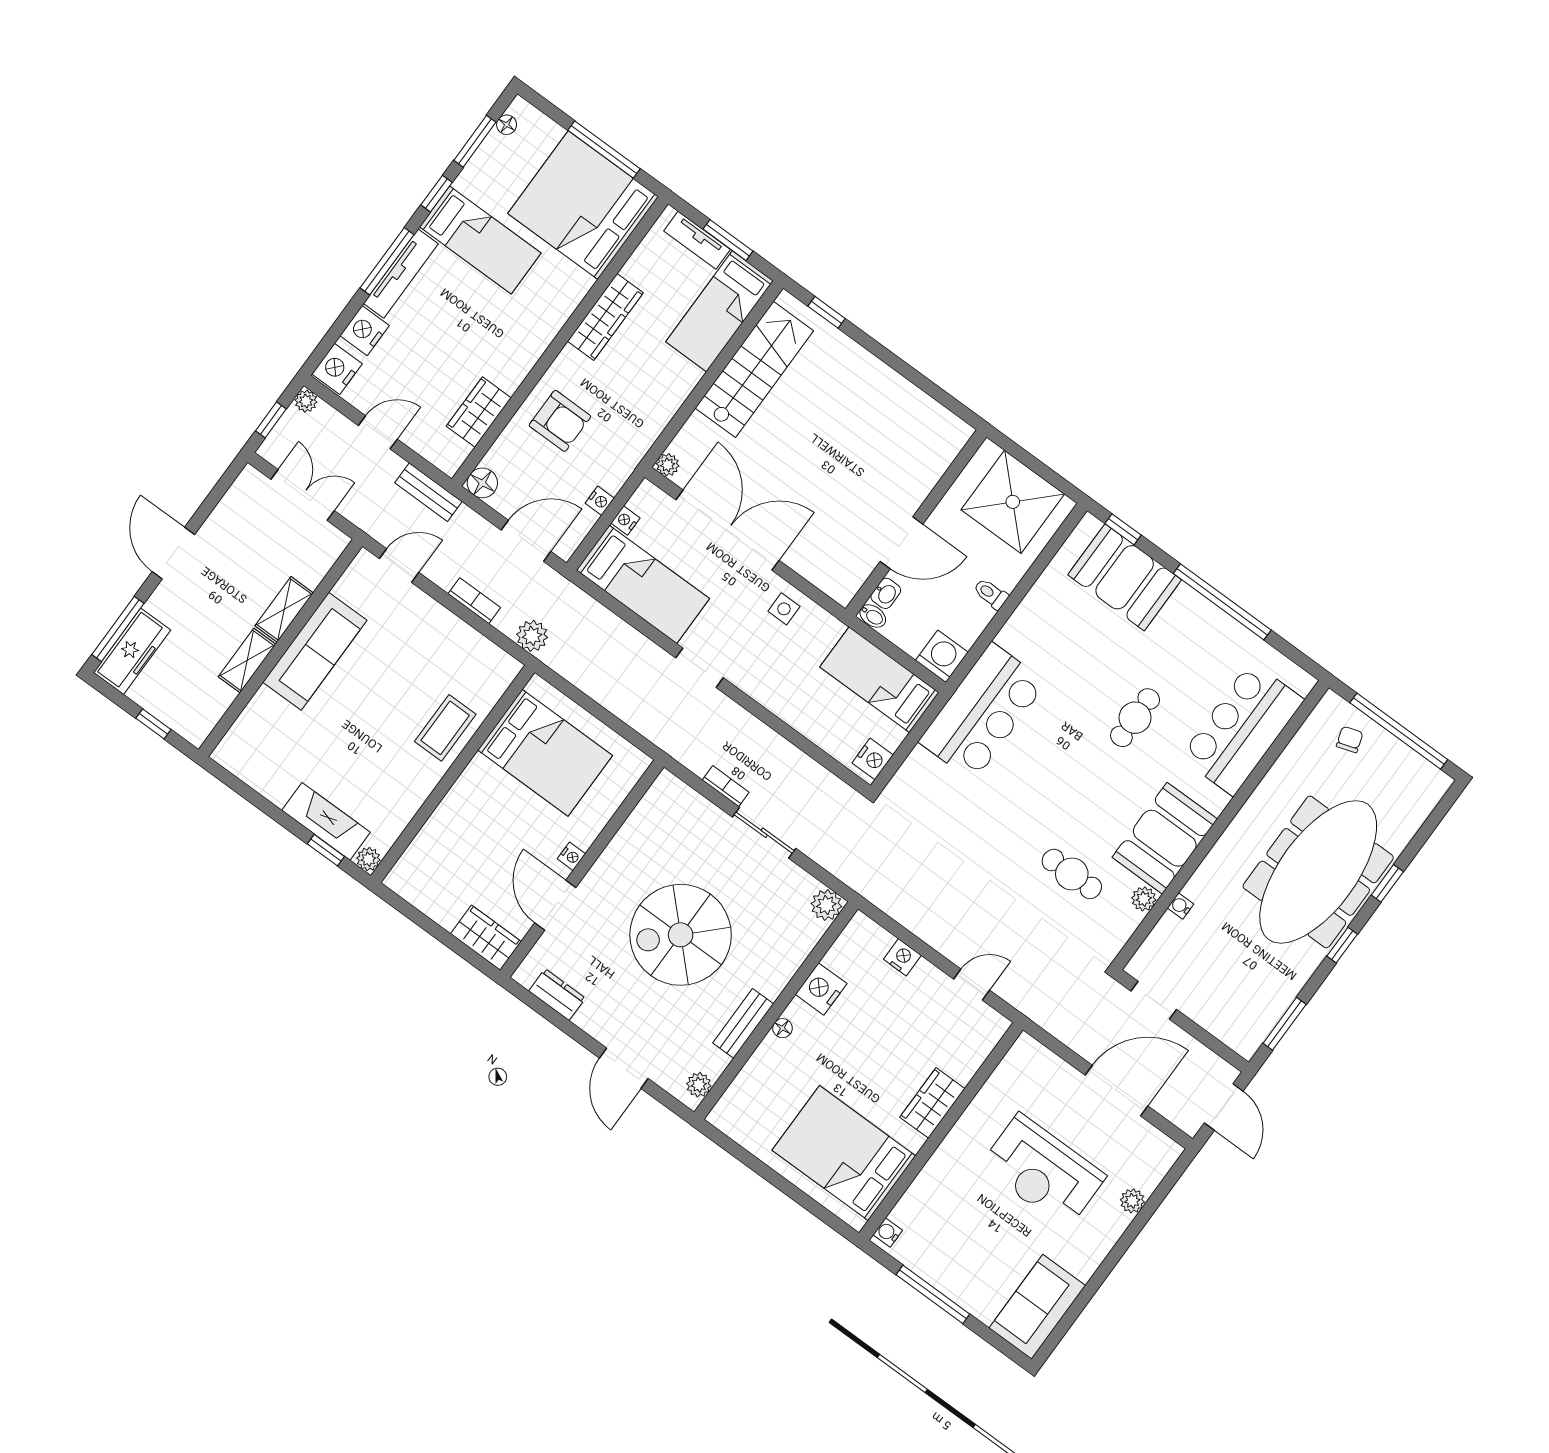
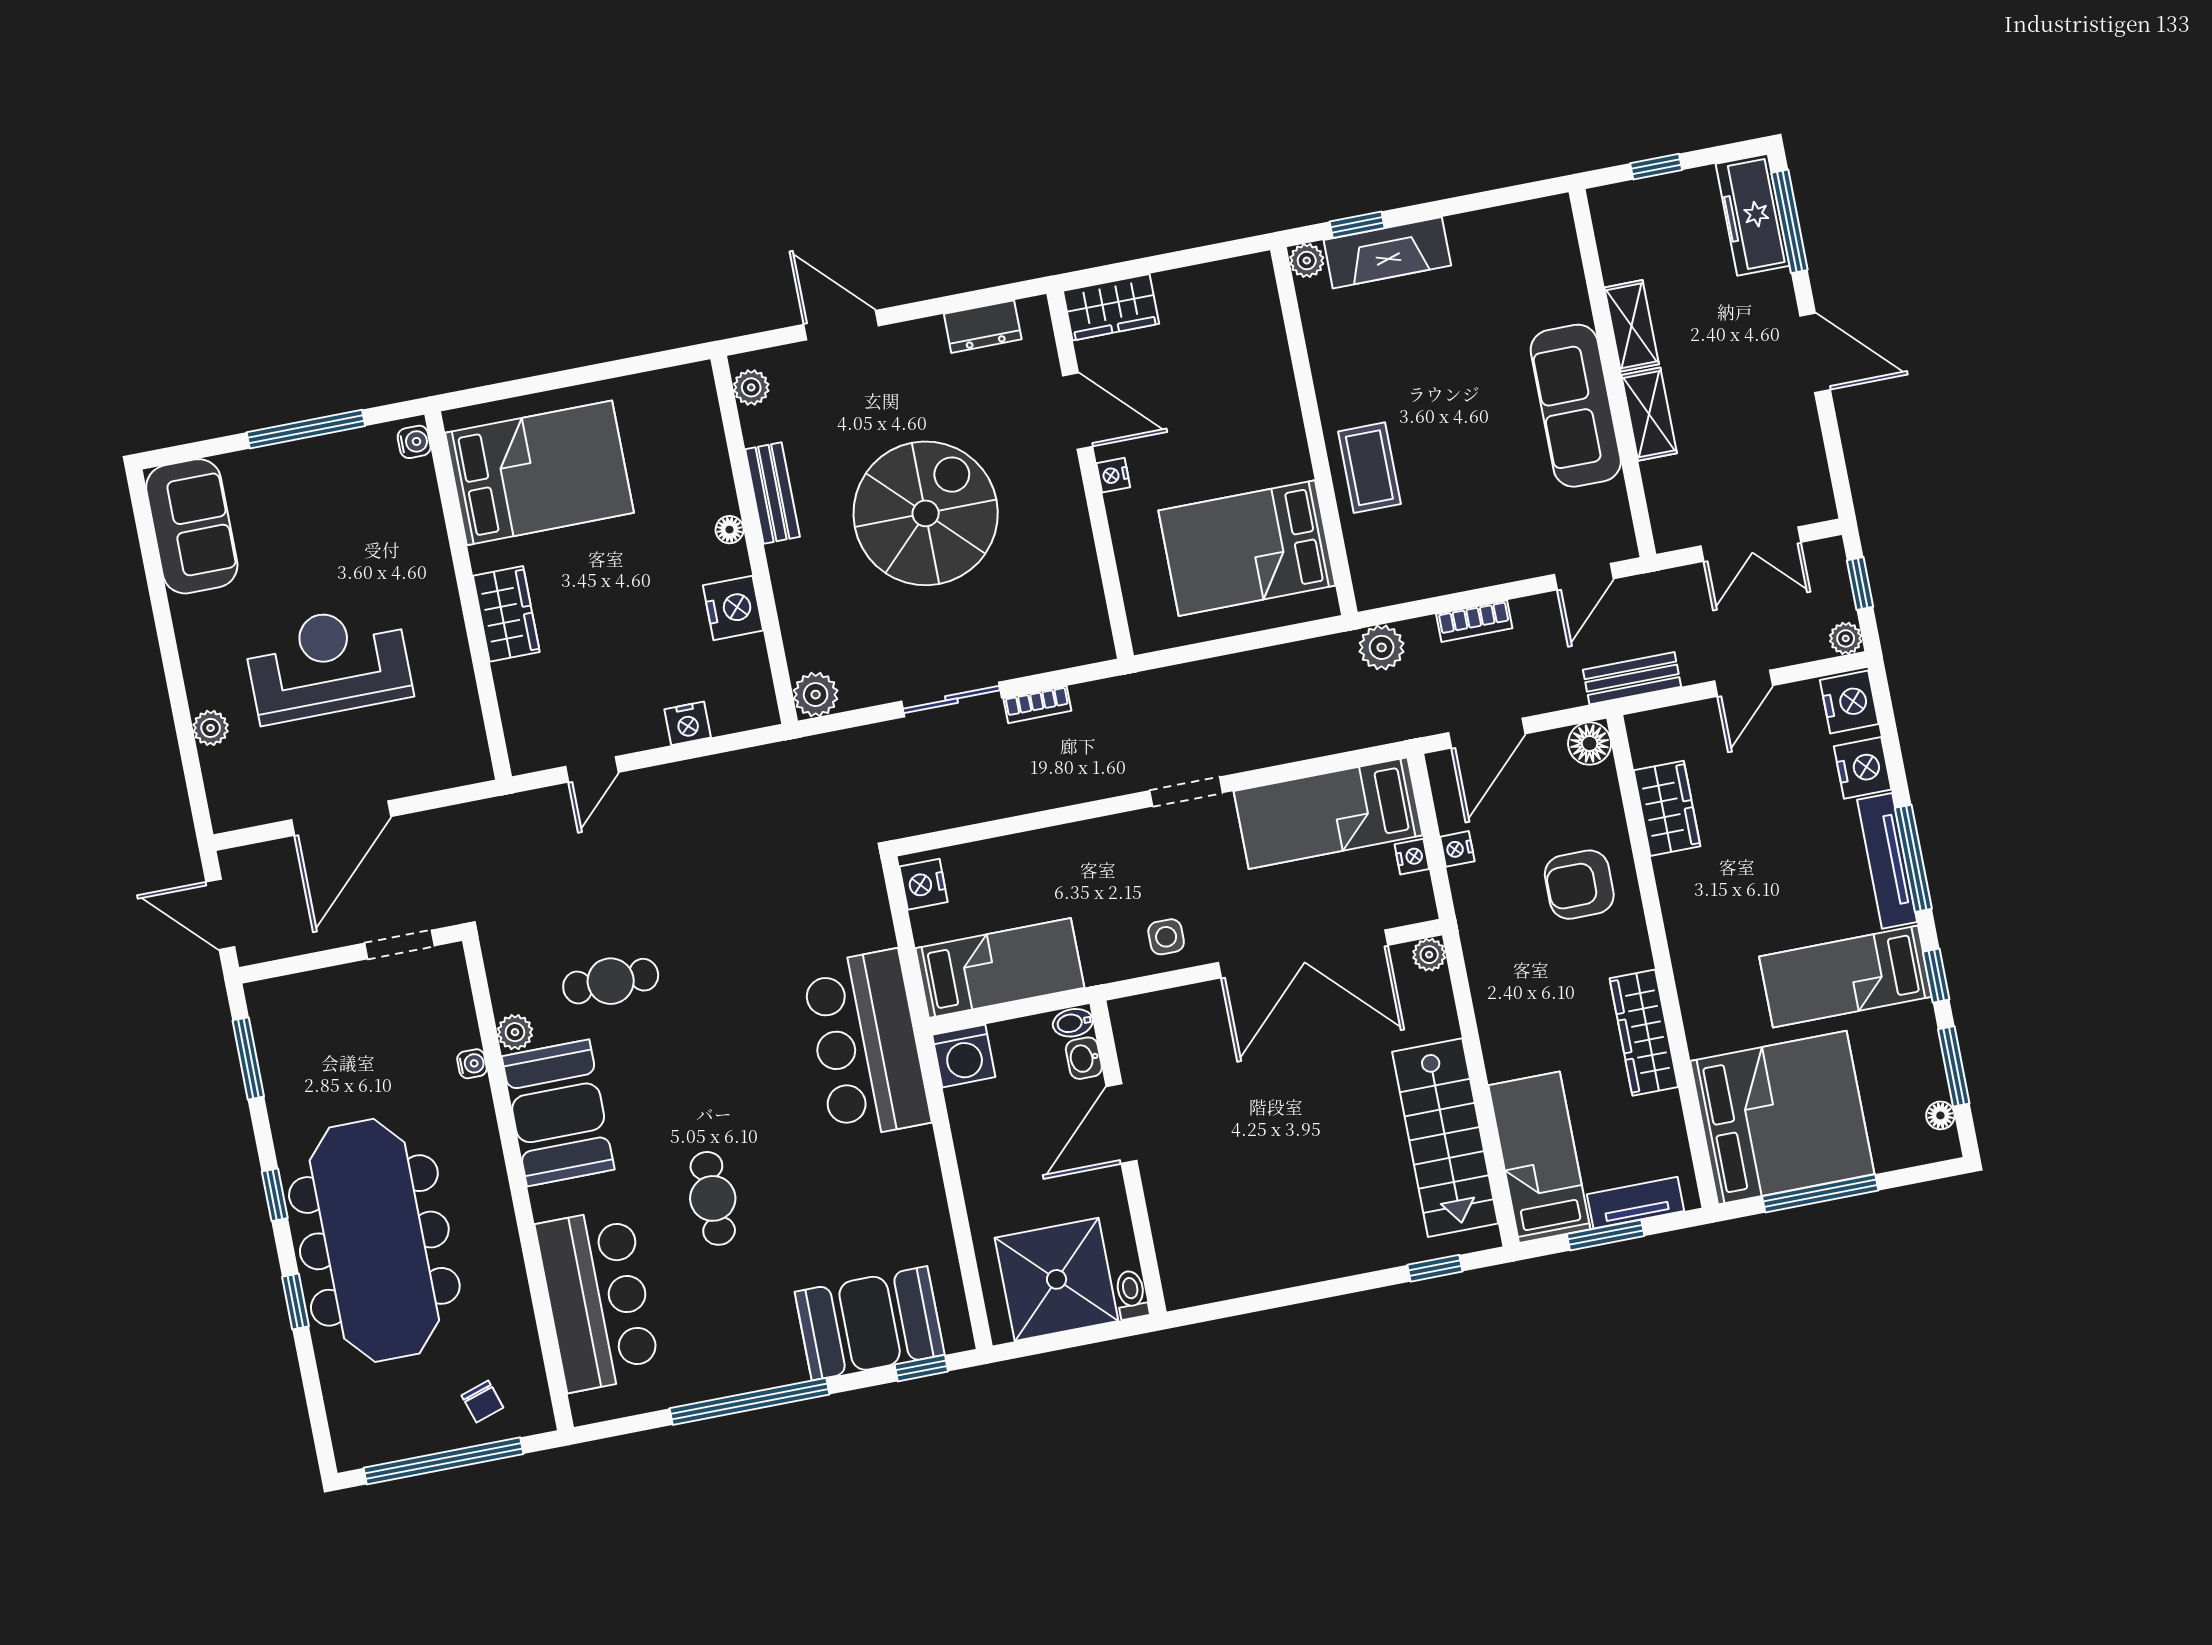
toilet: (991, 594) -> (1131, 1295), moved, turned -90

